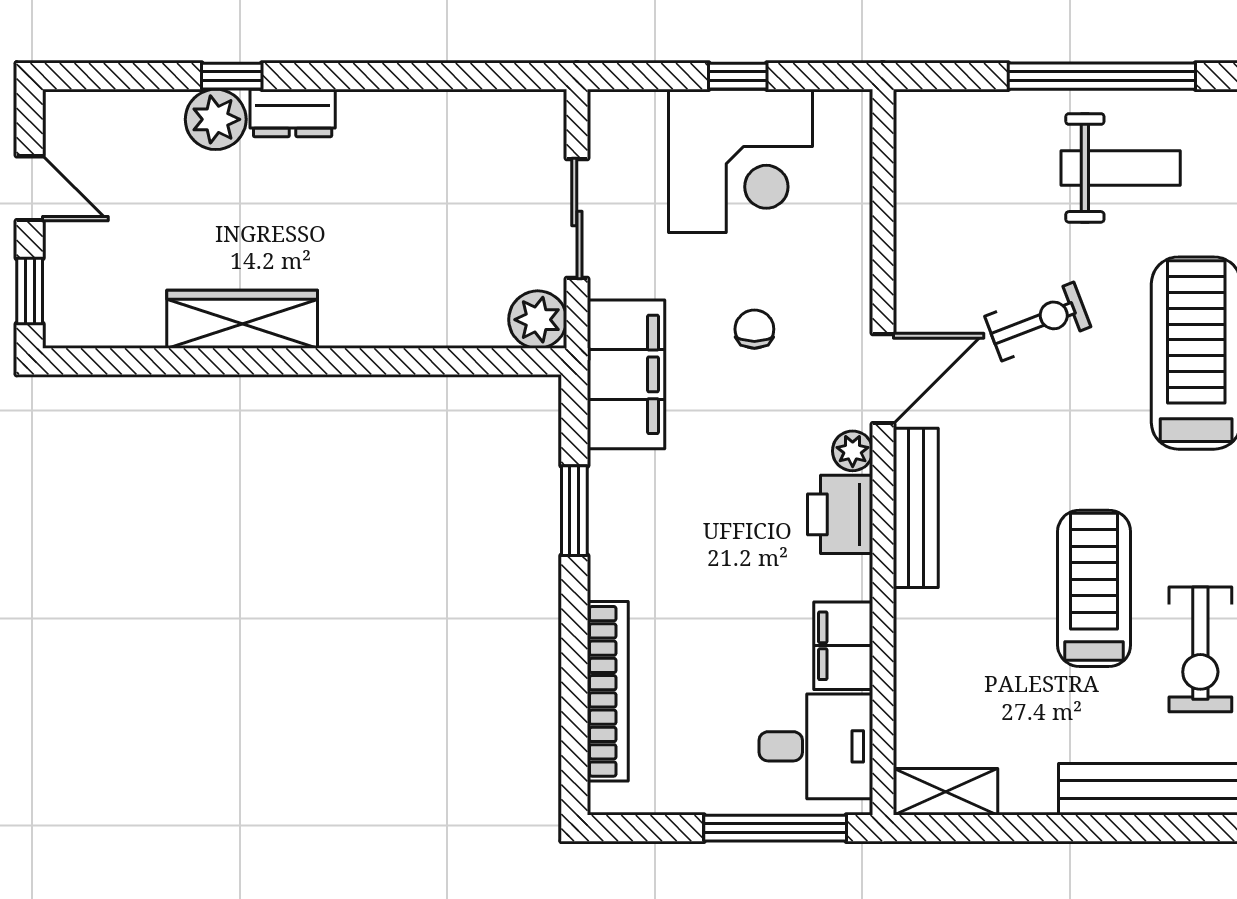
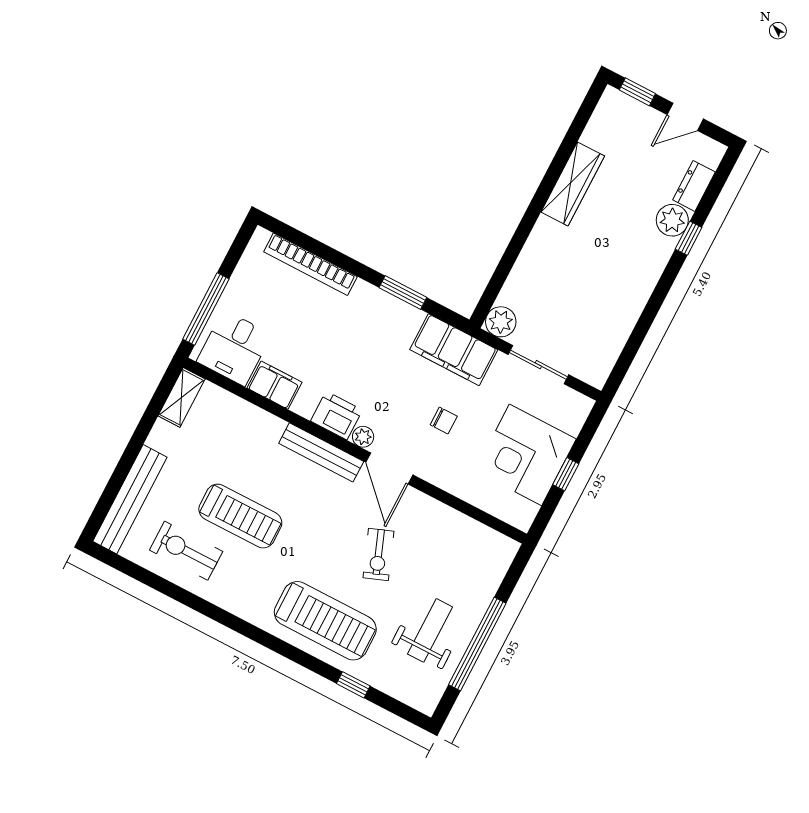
dresser: (293, 113) -> (694, 186), moved
weight bench: (1121, 168) -> (430, 630), turned 180

